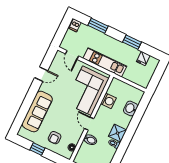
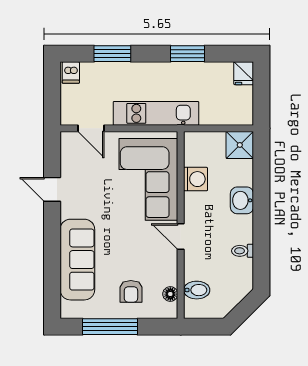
fridge: (143, 58) -> (244, 73), moved
door: (41, 74) -> (52, 189), swing flipped
washbasin: (131, 108) -> (242, 200), moved
shower: (118, 133) -> (240, 145), moved
bidet: (90, 140) -> (197, 290), moved
window: (37, 149) -> (110, 327), width x2.17

